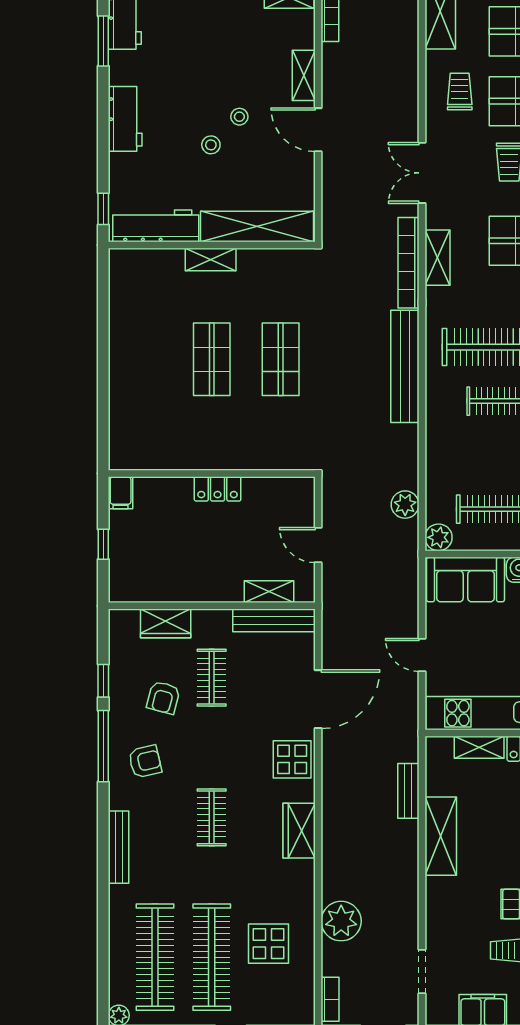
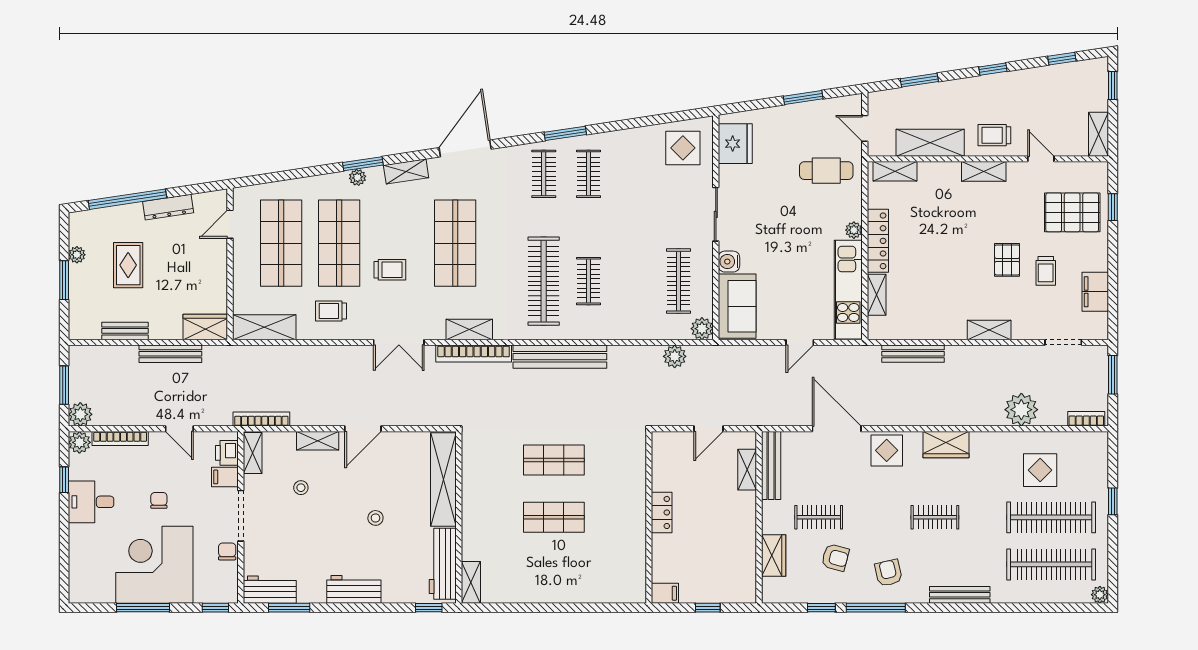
stool: (239, 117) -> (301, 488), moved
shelving: (211, 260) -> (471, 582), moved
bench: (408, 791) -> (913, 354), width x1.36
shelving: (441, 836) -> (989, 330), moved, width x0.67, depth x0.75

